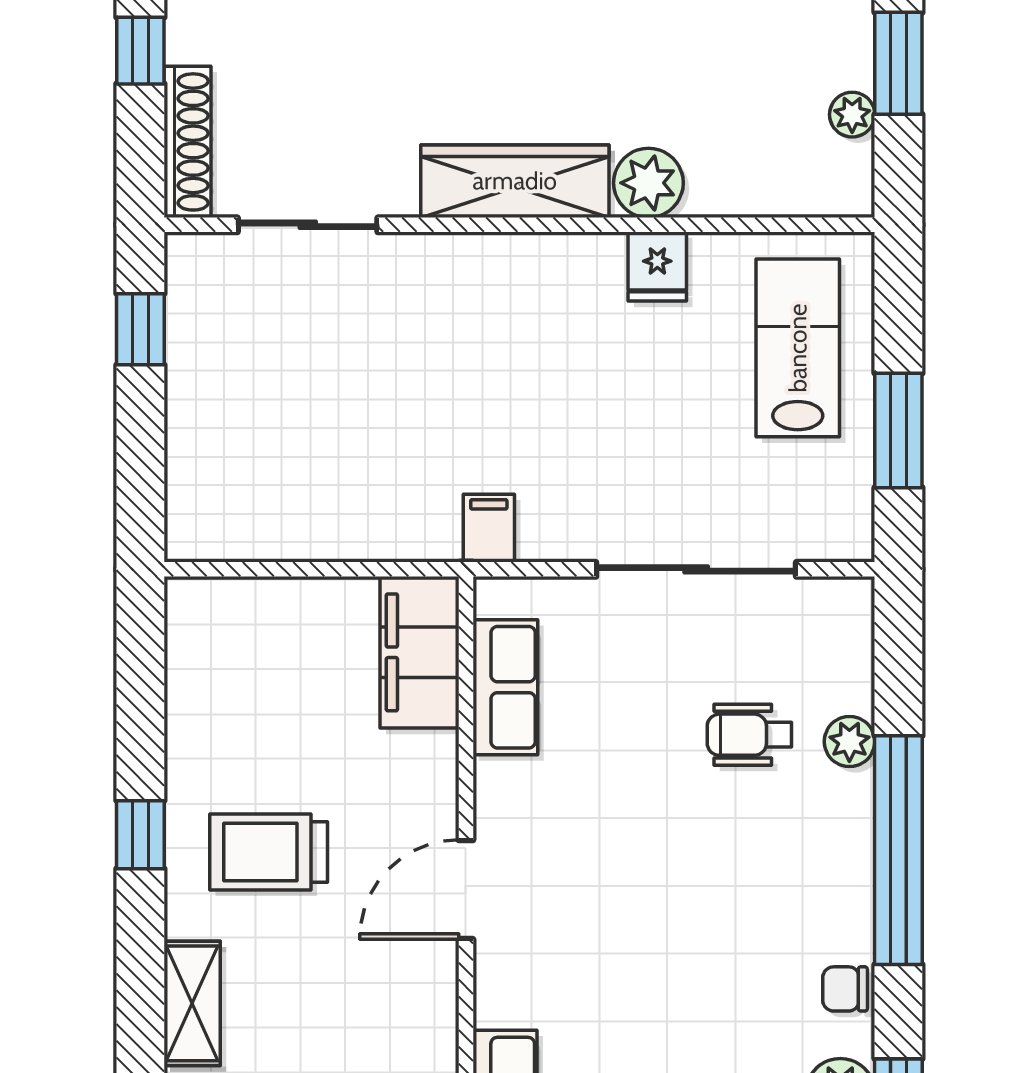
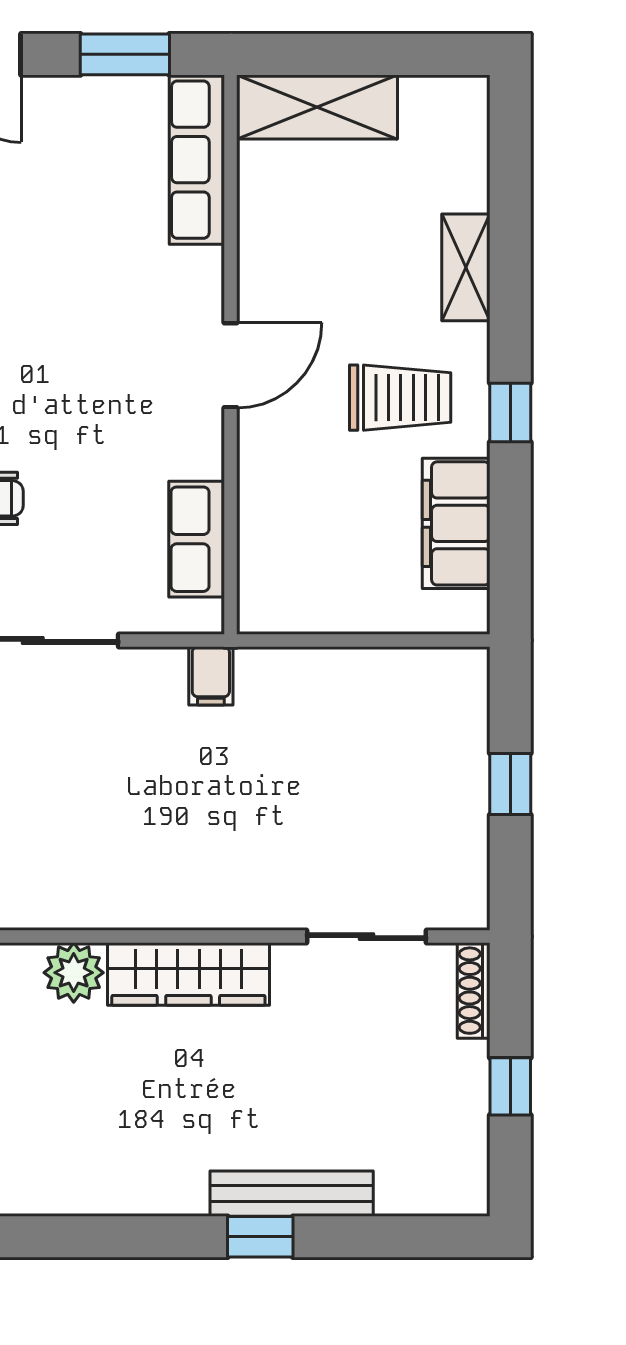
shoe rack: (188, 142) -> (474, 991), width x0.74, depth x0.81
fridge: (657, 267) -> (66, 901), removed
window: (140, 329) -> (510, 784), moved
filing cabinet: (419, 652) -> (456, 523), moved, turned 180

